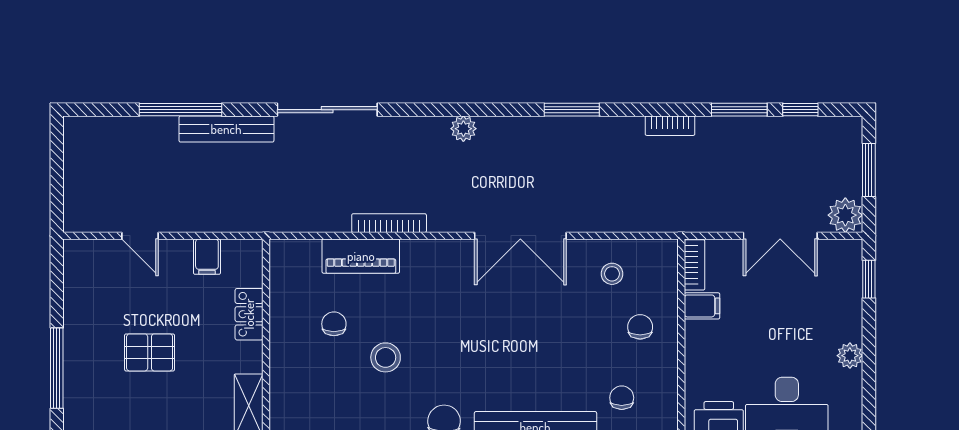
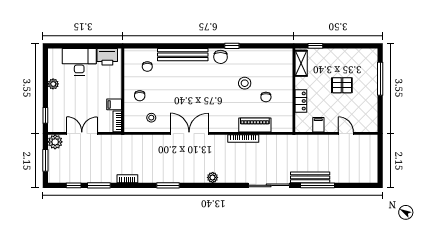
window: (180, 110) -> (317, 185), moved

